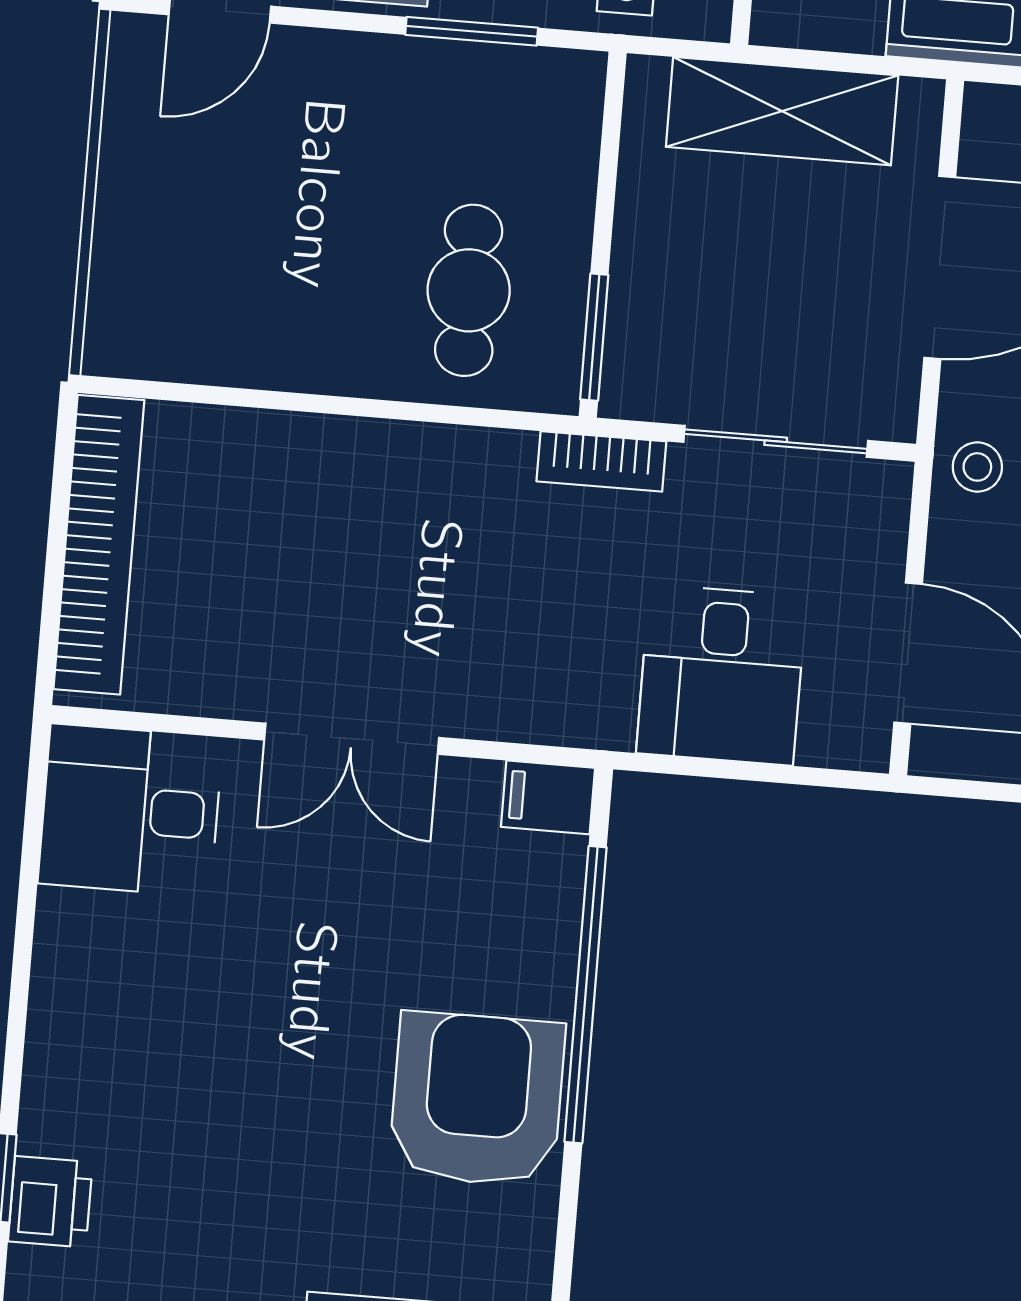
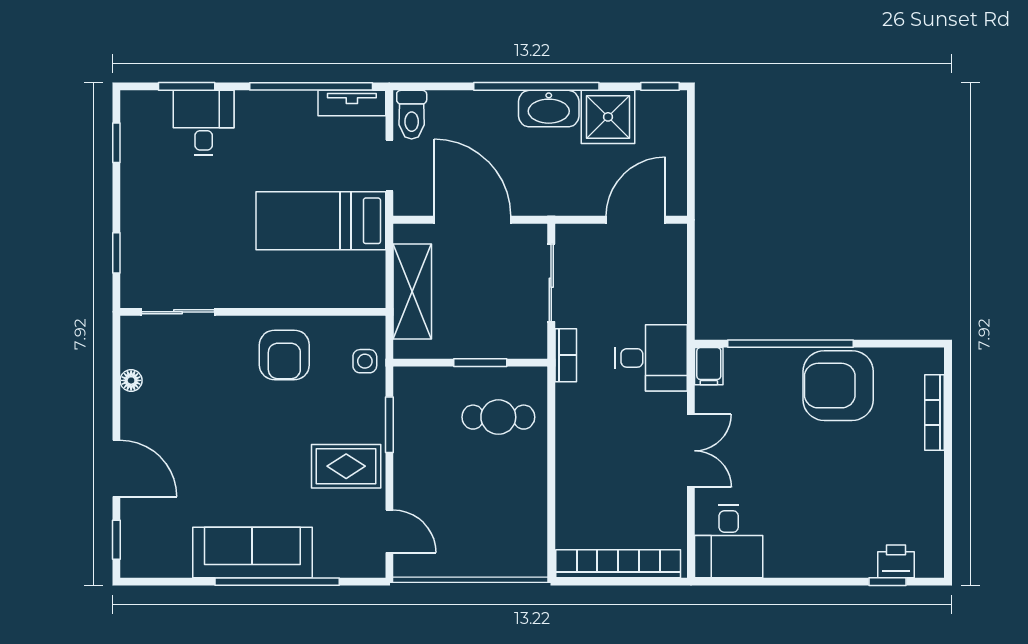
window: (594, 337) -> (480, 363), moved
stool: (977, 467) -> (555, 197), removed
desk: (721, 675) -> (651, 358), moved

